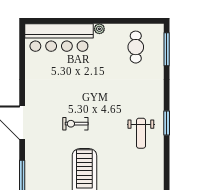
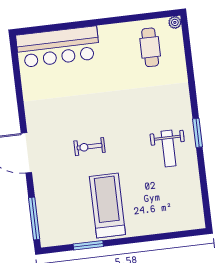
plant: (99, 29) -> (175, 22), moved
window: (167, 49) -> (187, 46), removed

